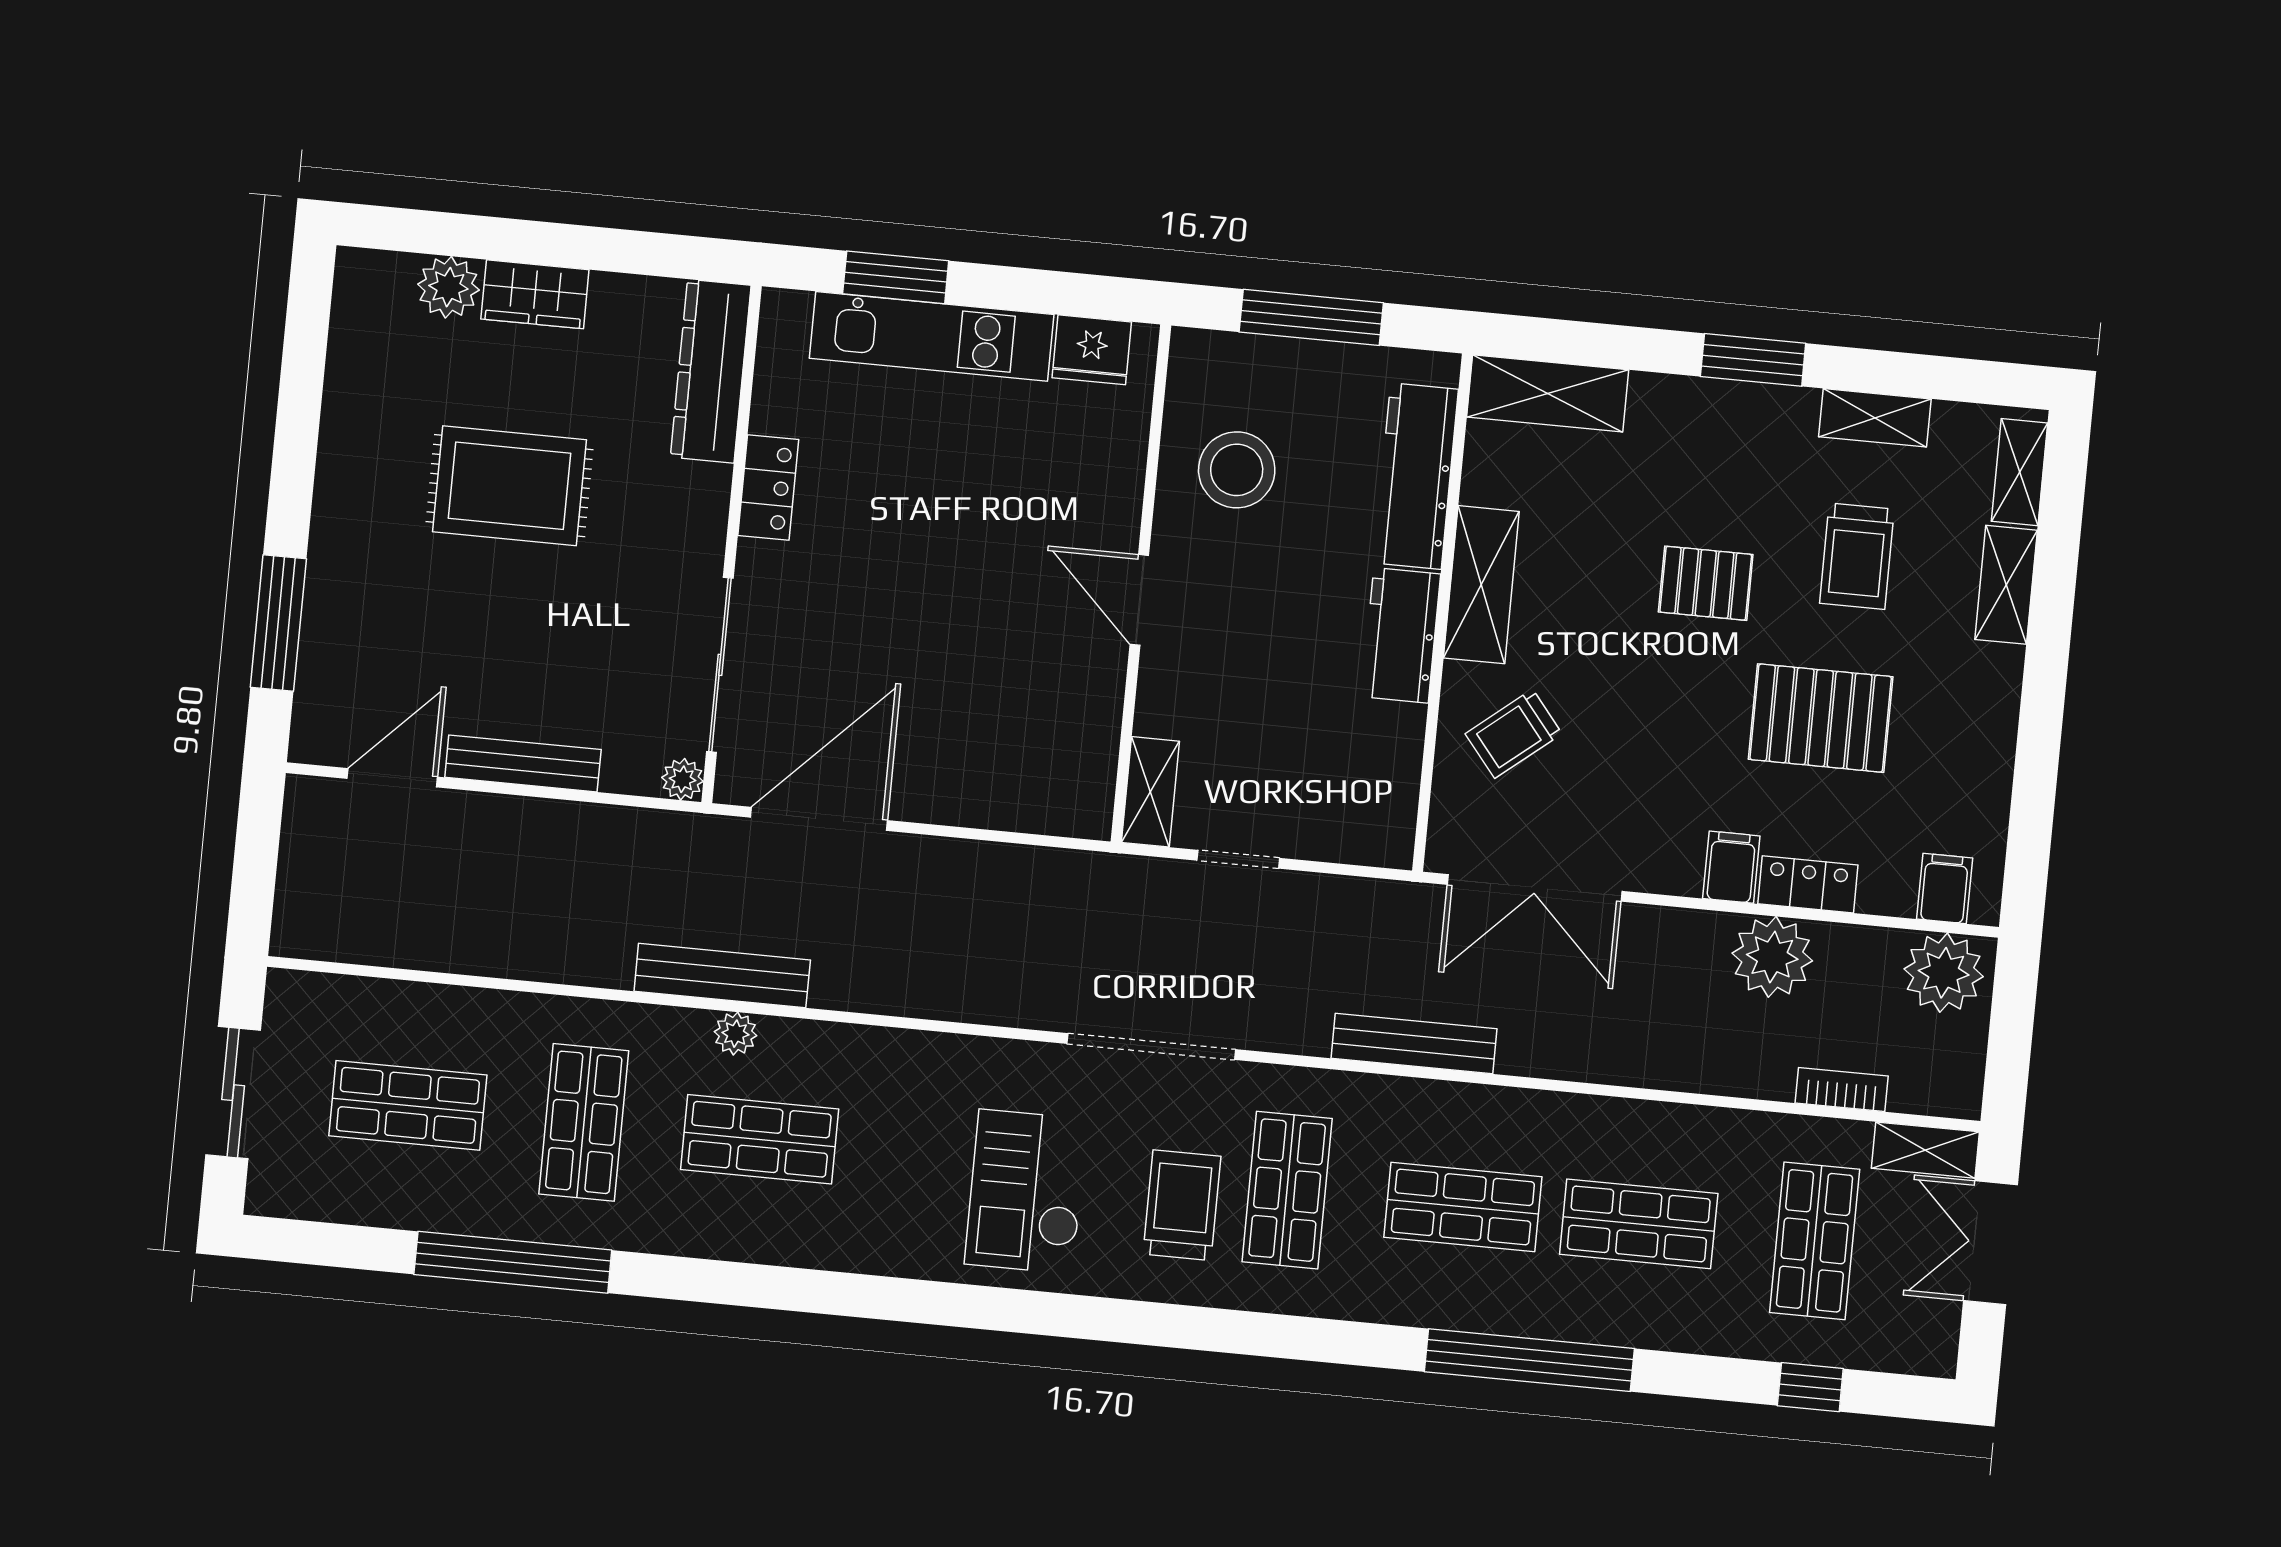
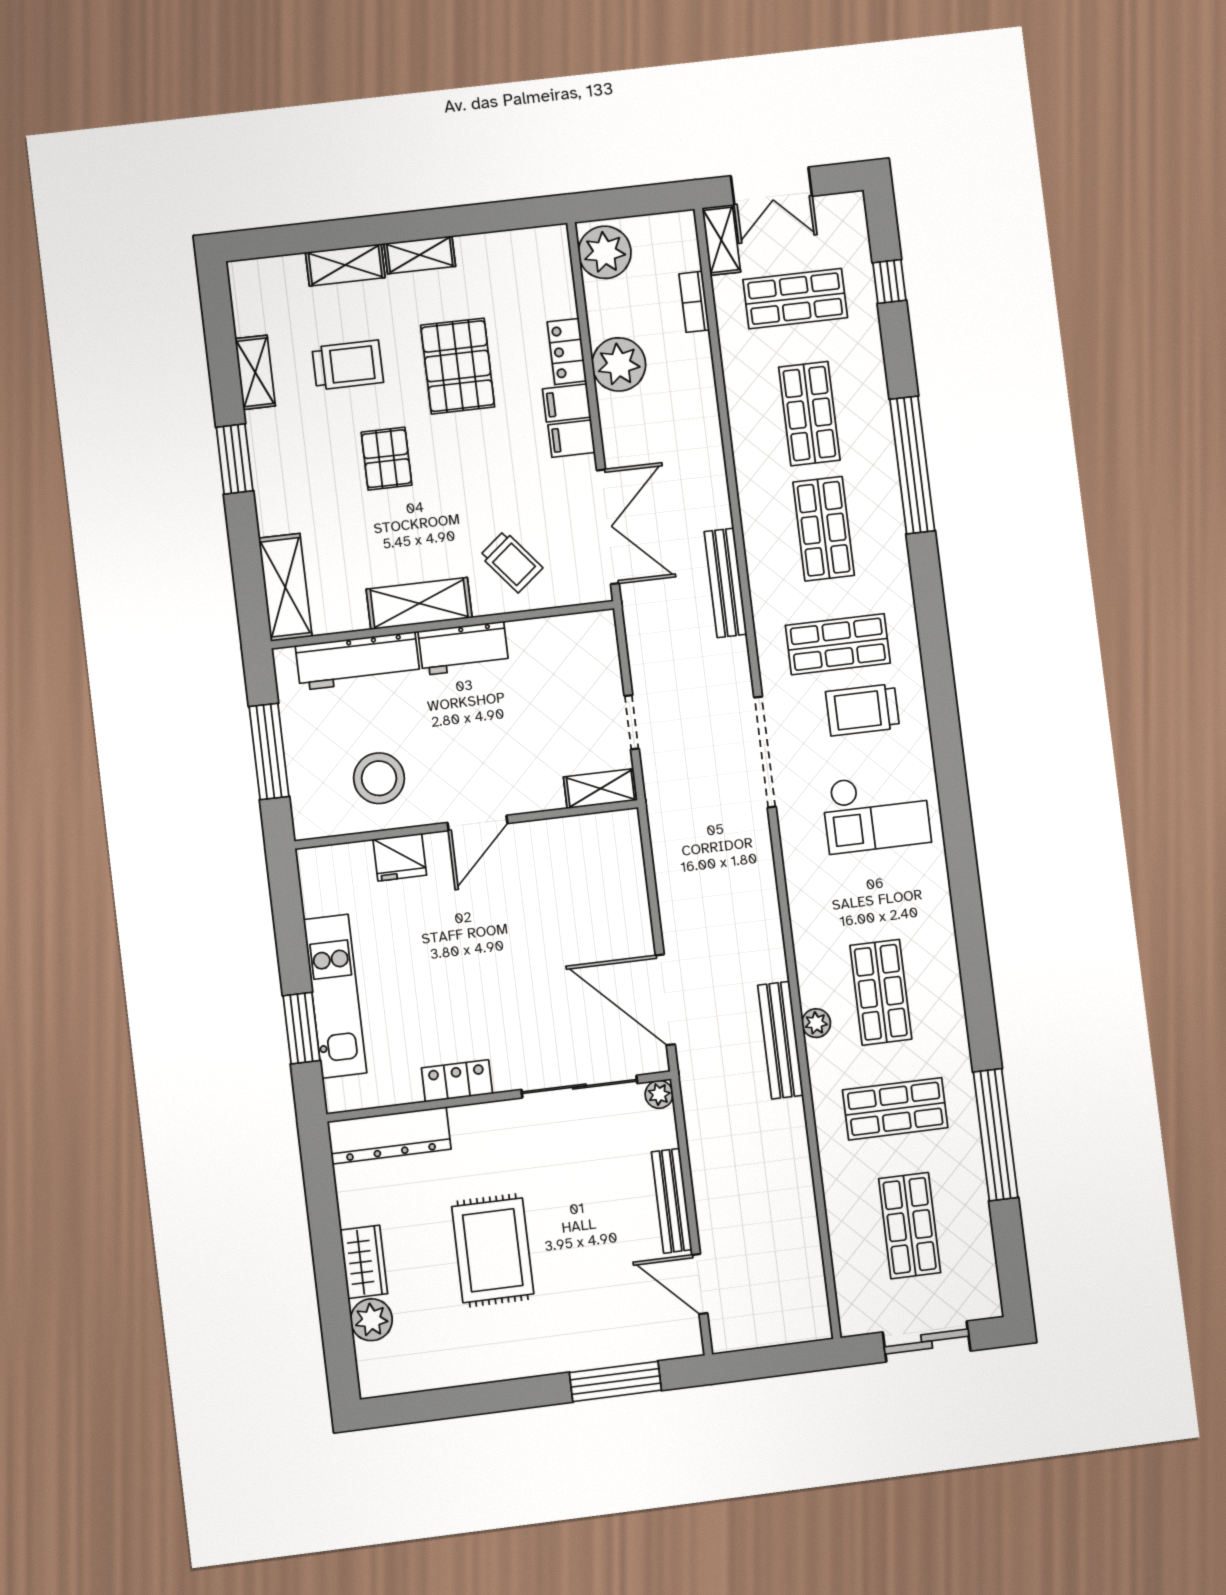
fridge: (1092, 350) -> (400, 857), moved, turned 90
shelving: (2020, 472) -> (420, 255), moved
filing cabinet: (1945, 889) -> (572, 439), moved

